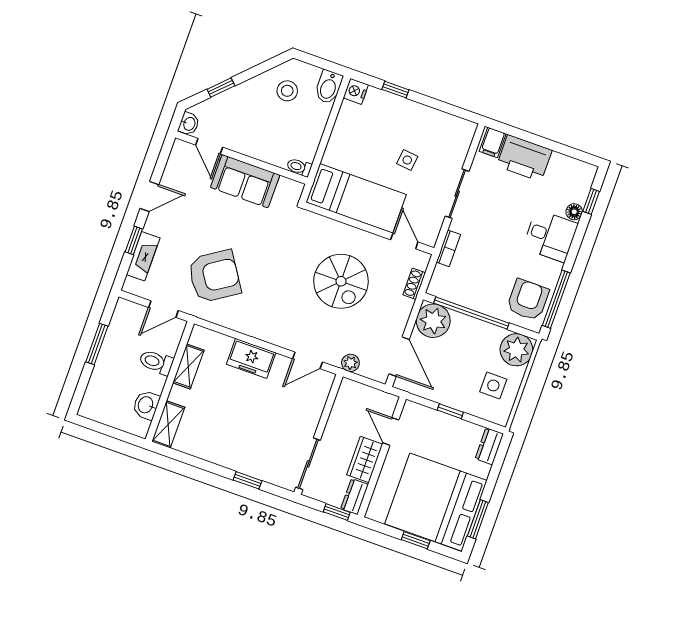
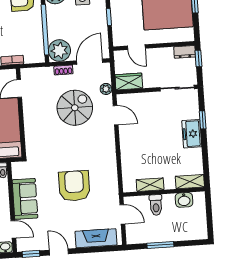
door: (209, 146) -> (13, 229), hinge flipped
window: (134, 240) -> (31, 254), moved
fireplace: (143, 256) -> (96, 238), width x1.37, depth x1.32
armchair: (214, 276) -> (74, 186), moved, turned 33
spiral stairs: (341, 281) -> (75, 108), moved
shoe rack: (414, 284) -> (63, 70), moved
freezer: (251, 358) -> (192, 134), moved, turned 180
door: (391, 431) -> (136, 47), hinge flipped
wardrobe: (365, 460) -> (129, 82), moved, turned 180

